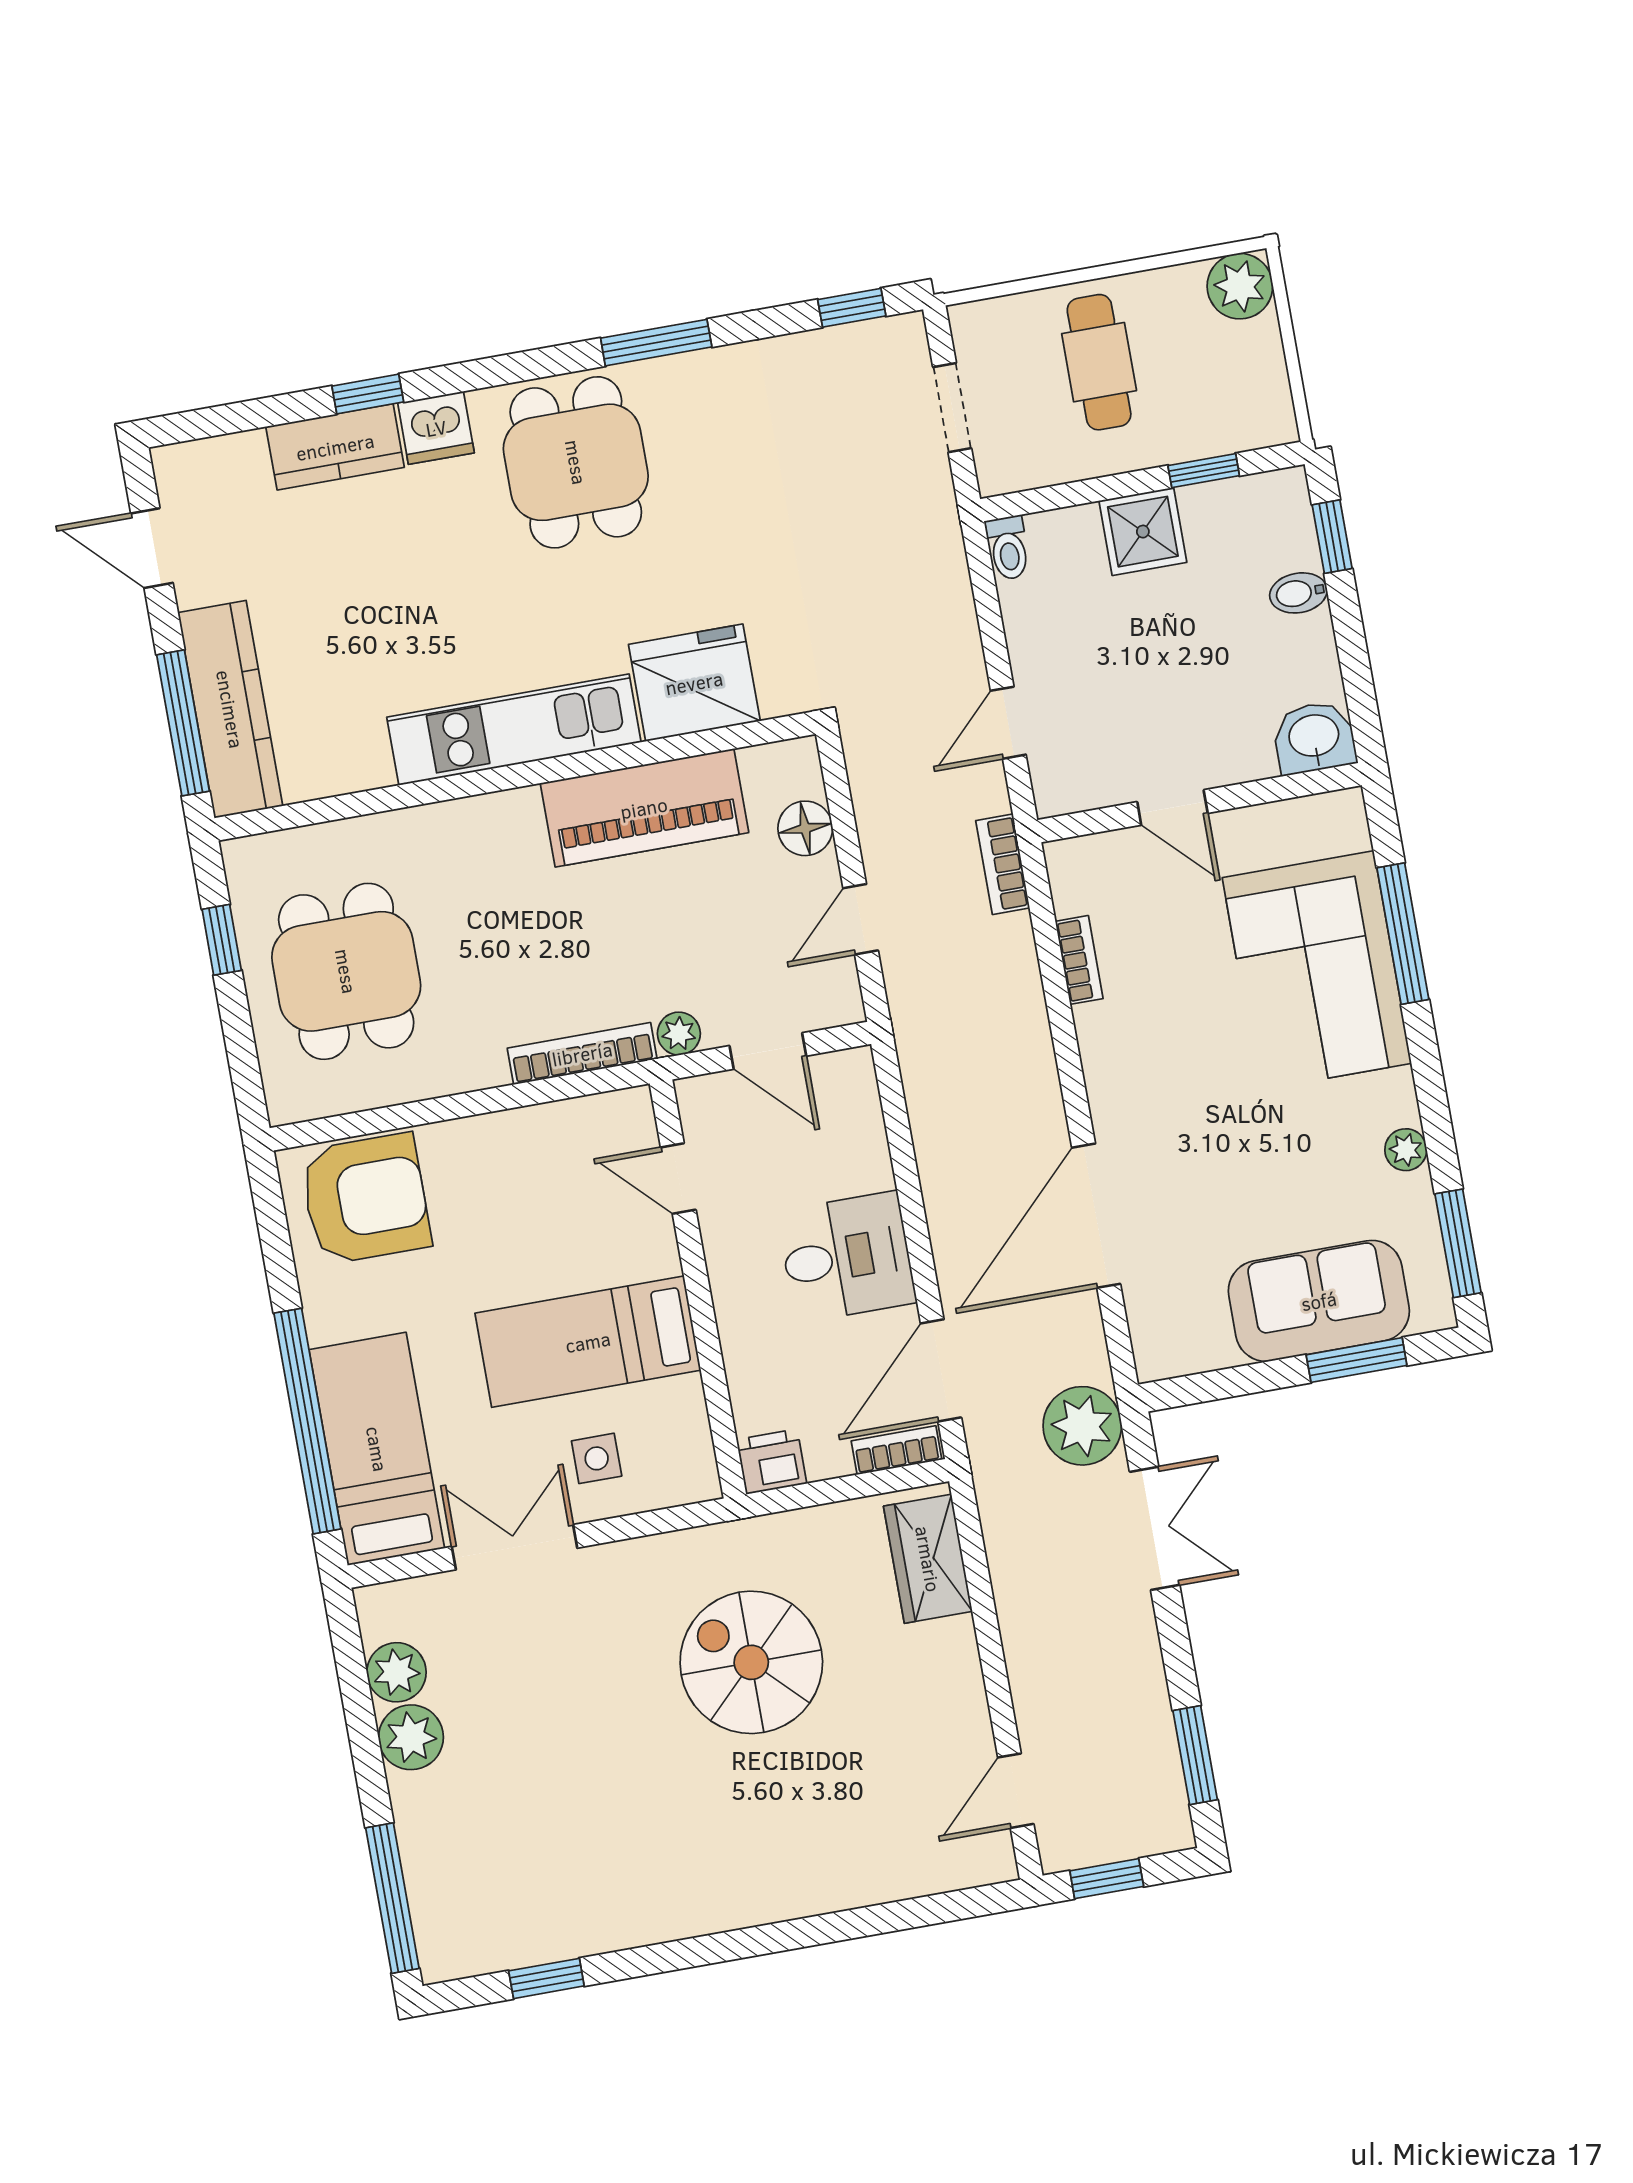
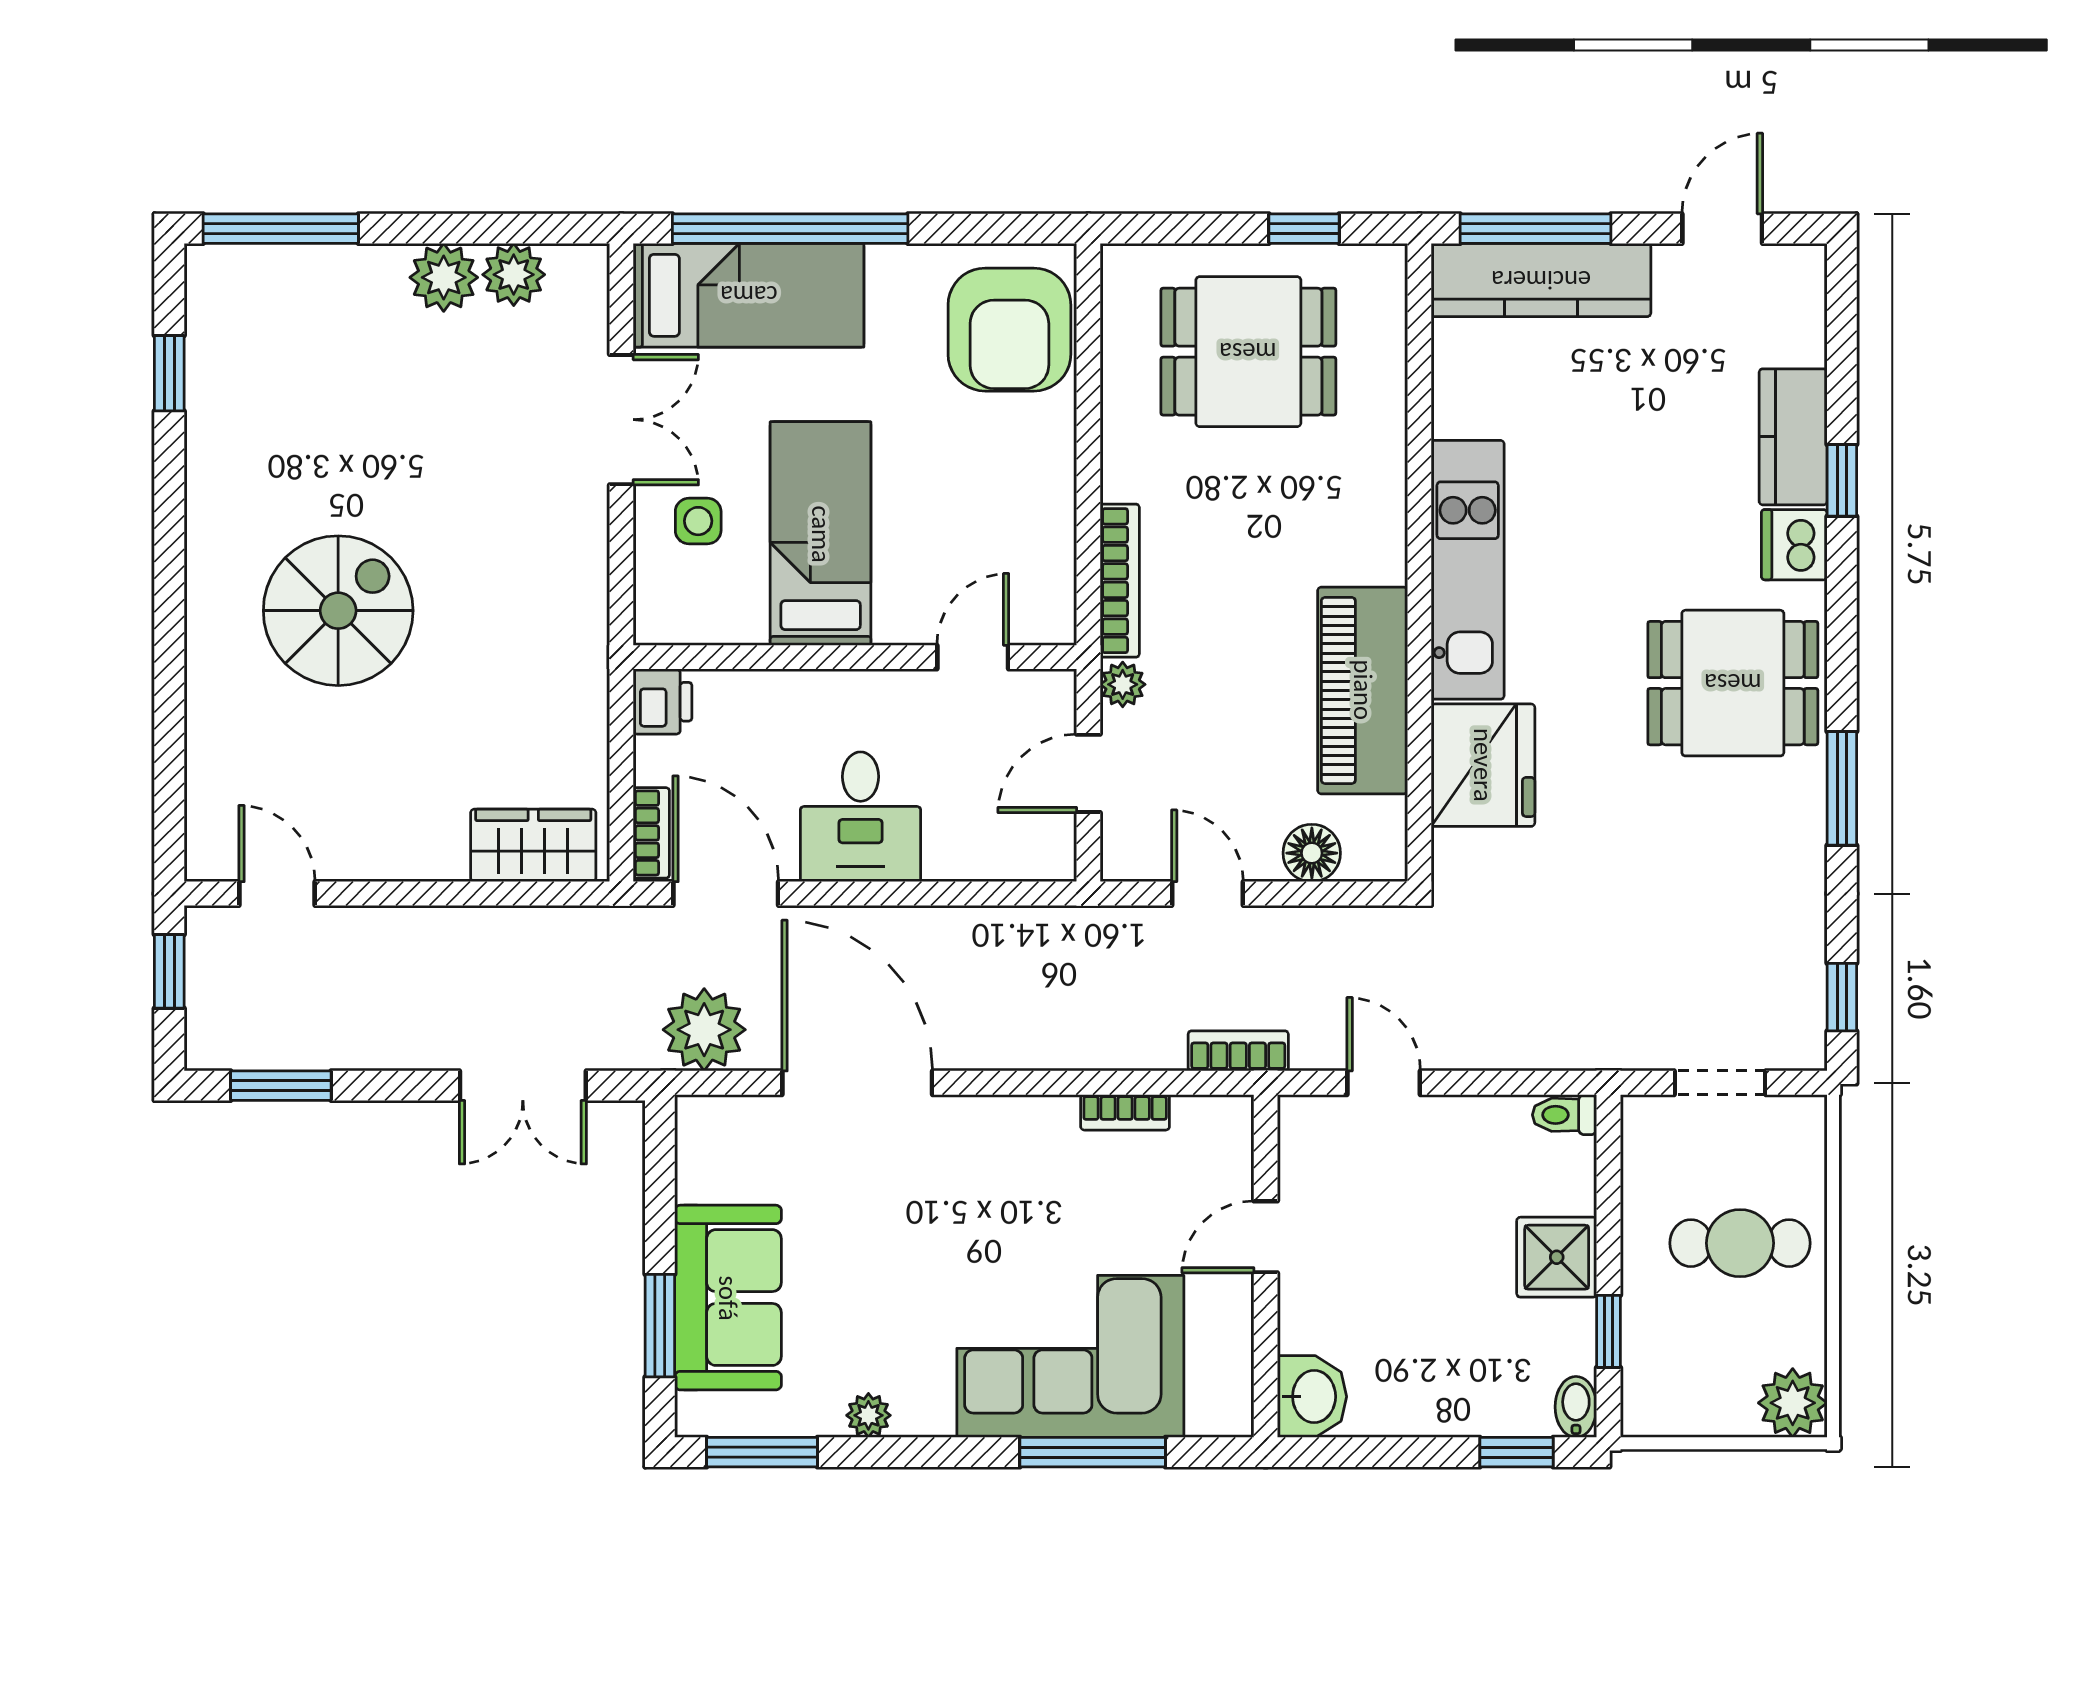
bidet: (1298, 593) -> (1576, 1407), moved
plant: (1082, 1426) -> (704, 1030), moved
spiral stairs: (751, 1662) -> (338, 611), moved

